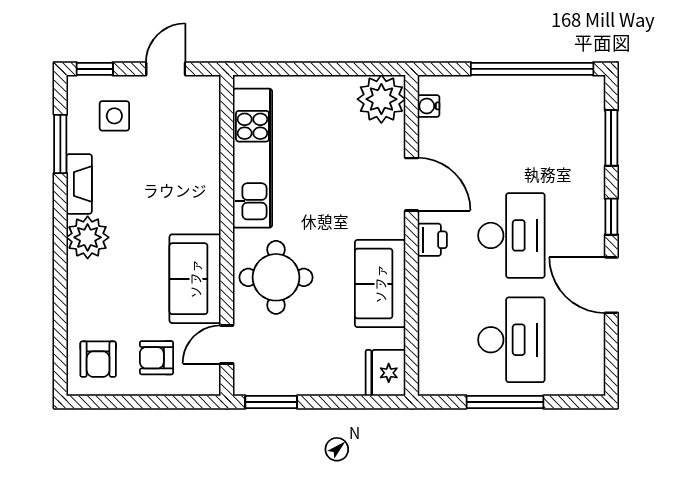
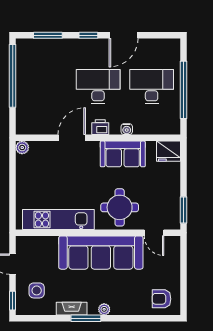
plant: (381, 99) -> (22, 148), width x0.53, depth x0.53
water cooler: (428, 106) -> (127, 129), moved
window: (60, 144) -> (86, 318), moved
plant: (88, 237) -> (104, 309), width x0.53, depth x0.53
sofa: (195, 279) -> (101, 253), width x1.85, depth x1.27
armchair: (156, 358) -> (161, 269), removed
armchair: (98, 359) -> (162, 299), turned 180
window: (505, 402) -> (184, 90), width x1.46

